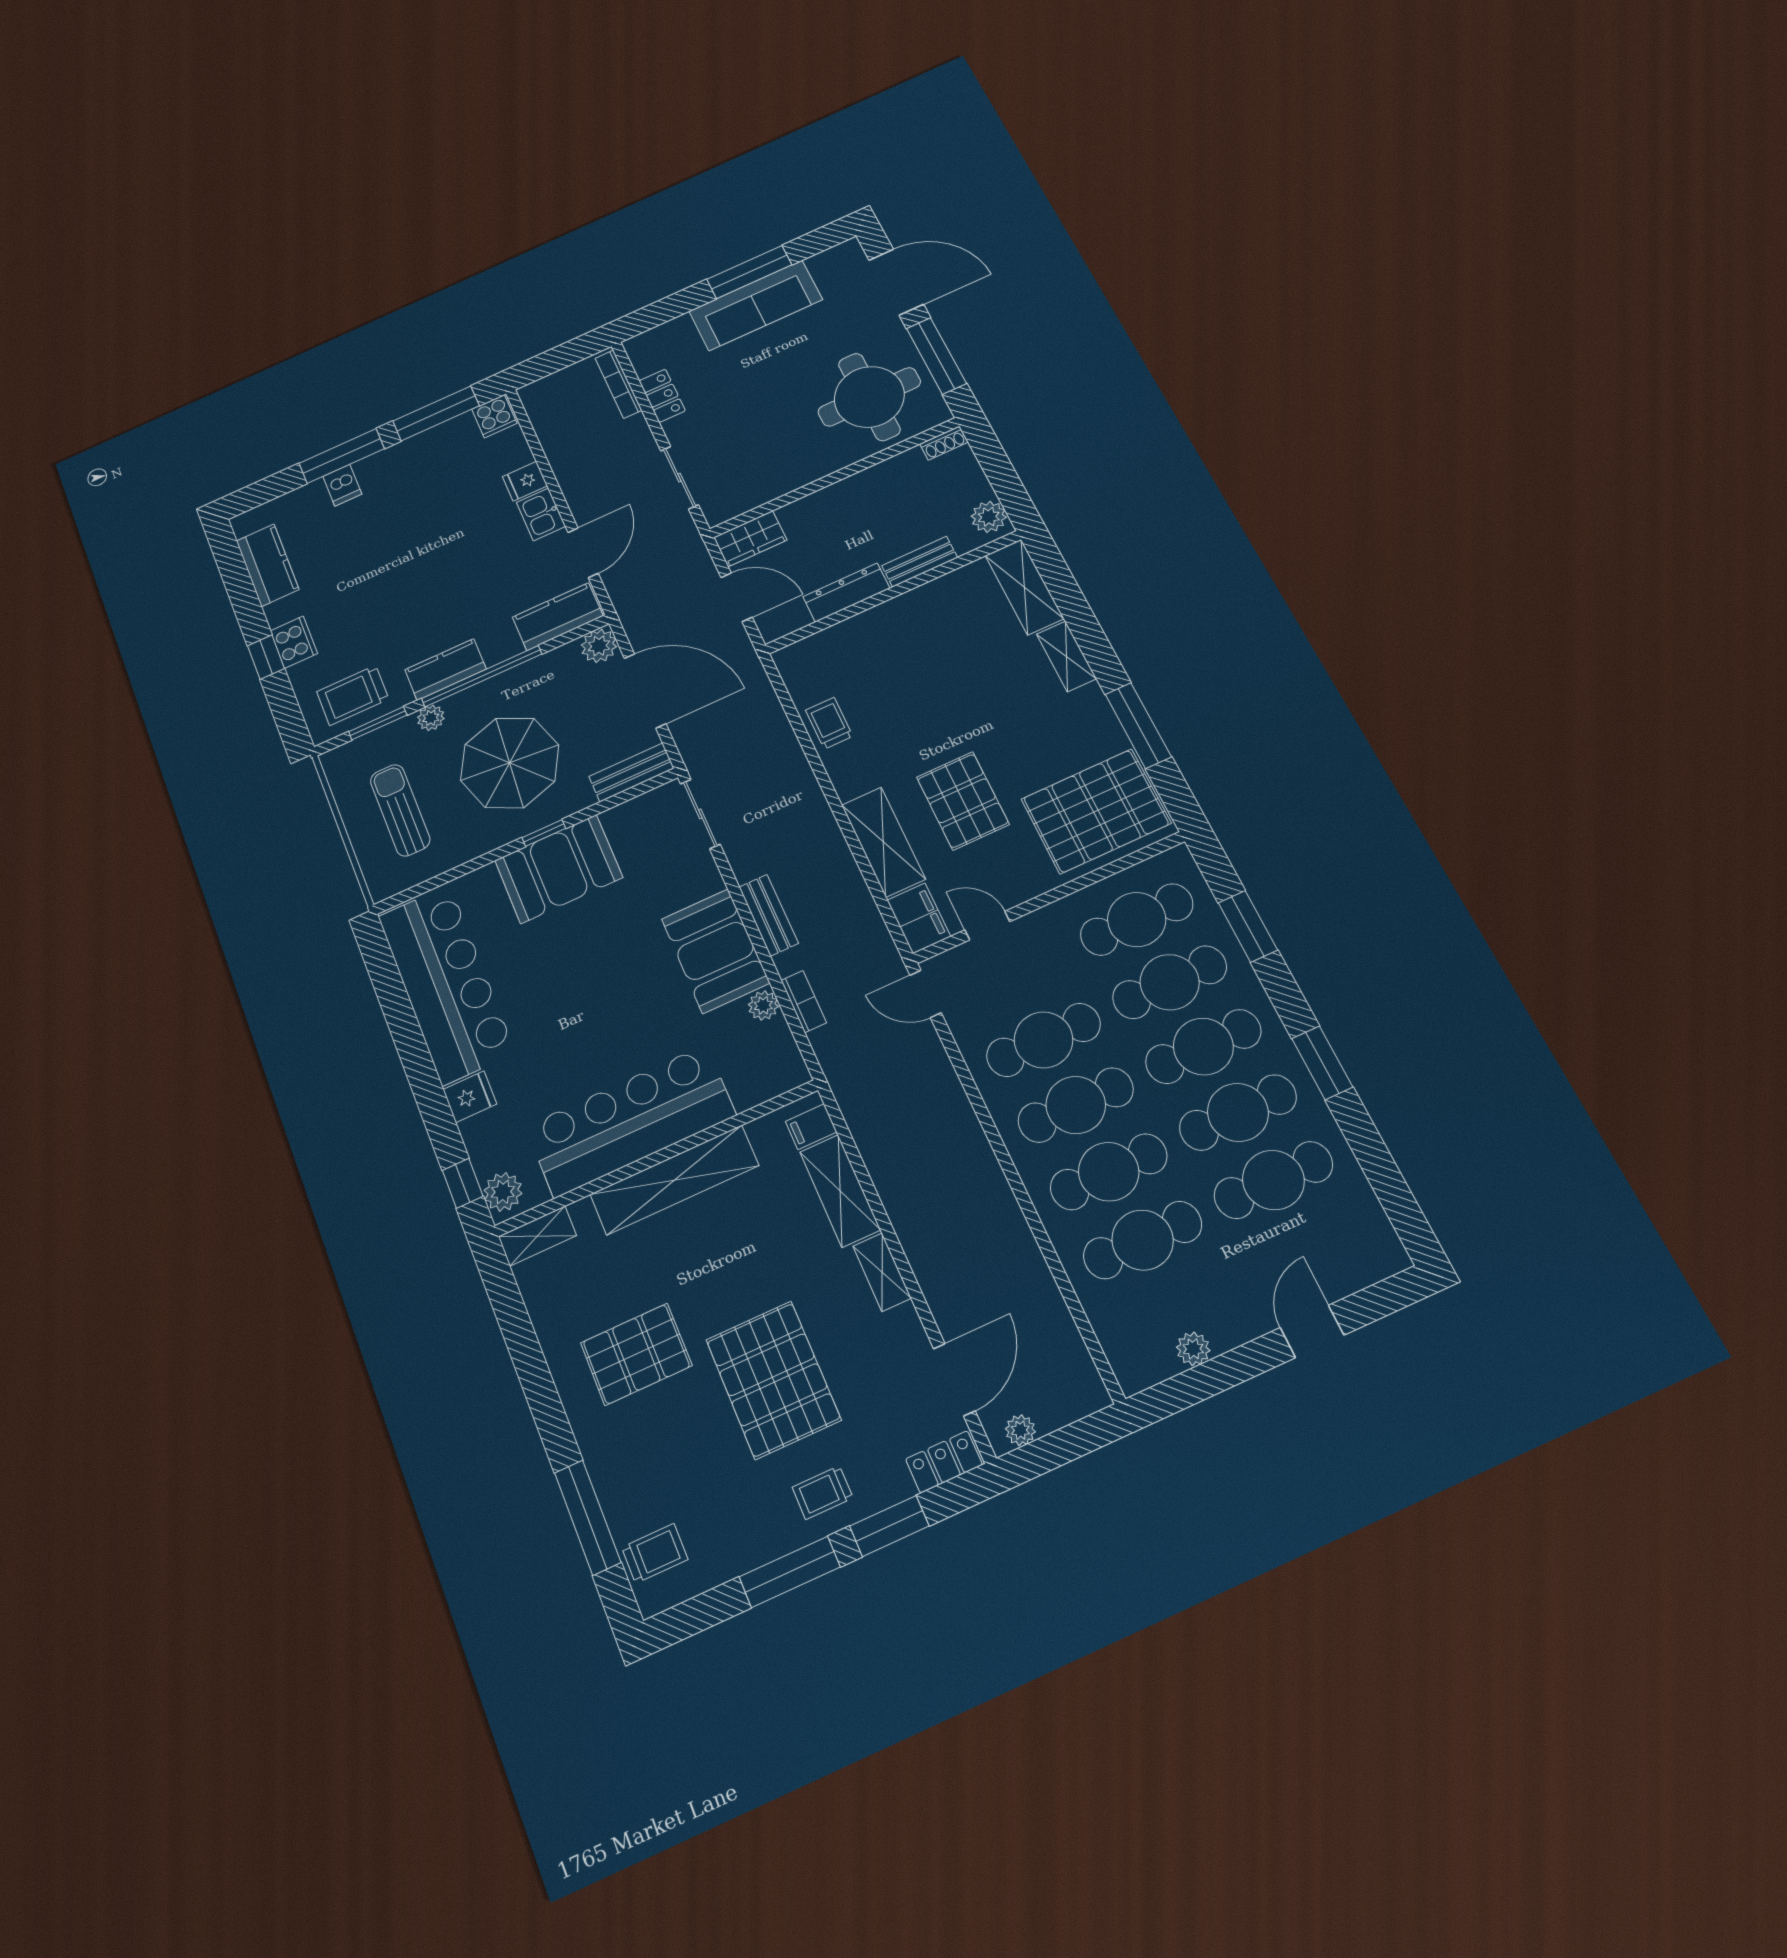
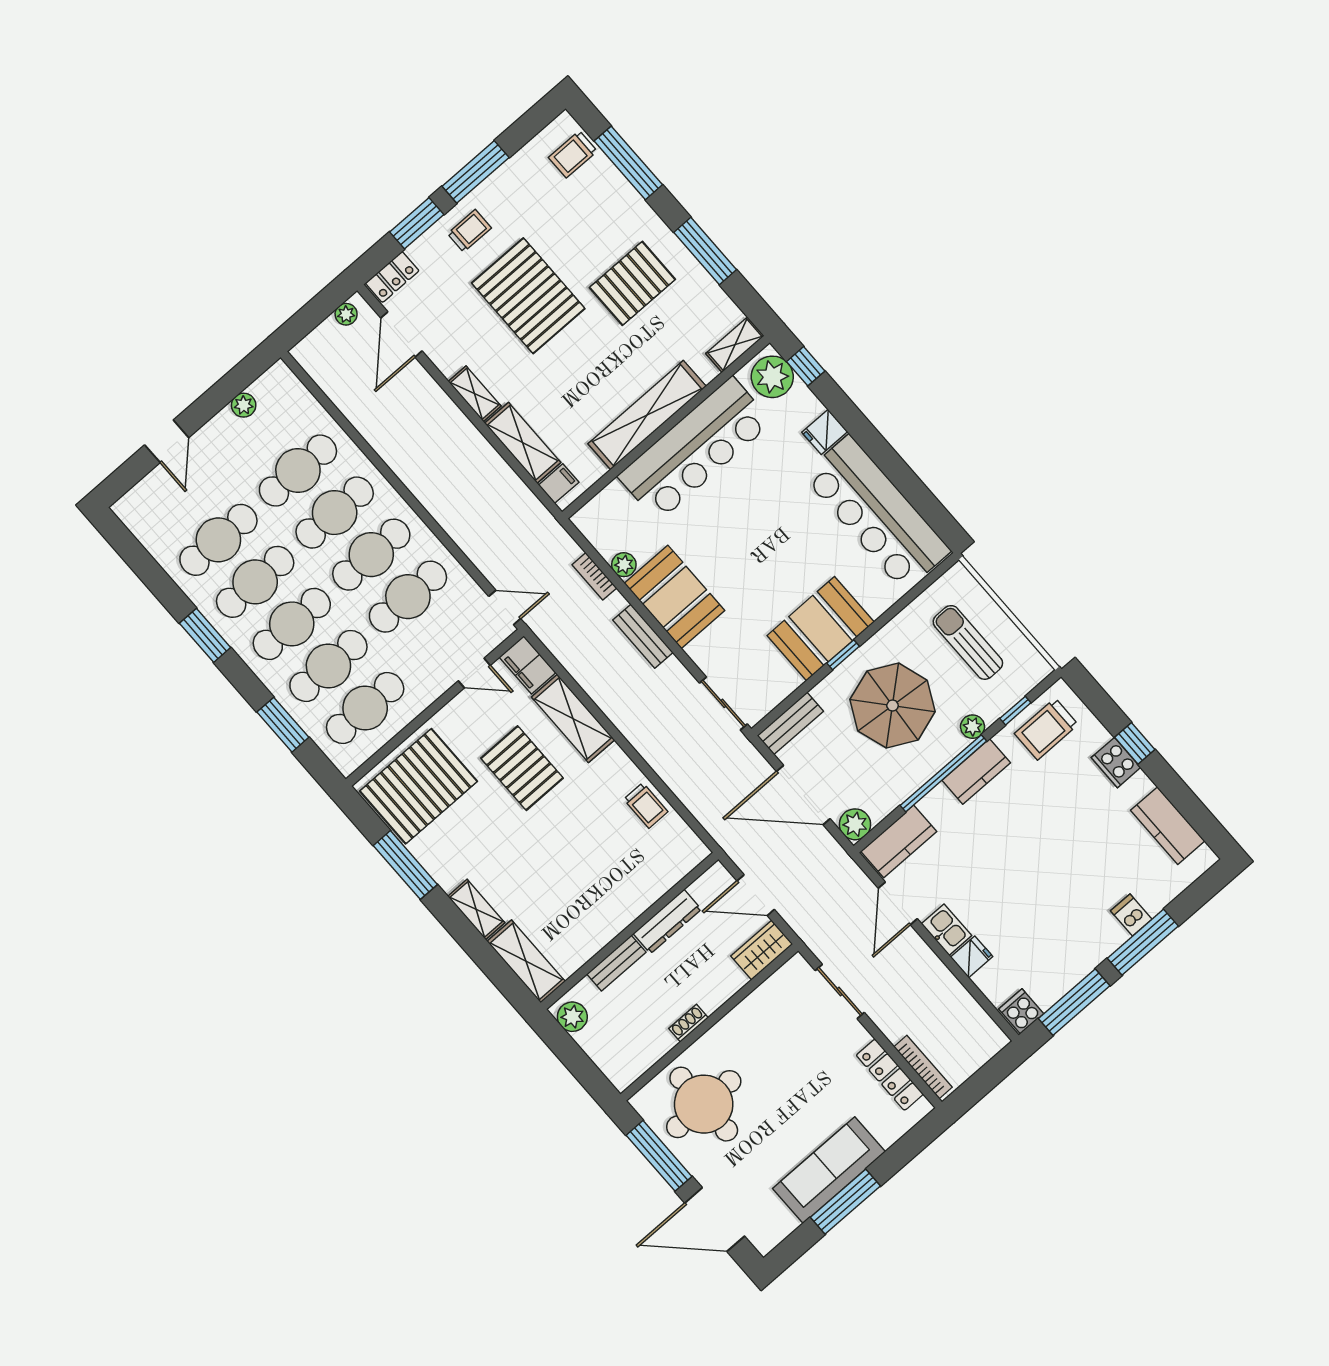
locker: (662, 396) -> (890, 1075), width x1.53
shoe rack: (944, 443) -> (688, 1023), moved
trolley: (353, 695) -> (1046, 729), turned 180
window: (378, 723) -> (1015, 711), width x0.67
sun lounger: (400, 810) -> (968, 642), turned 180
plant: (503, 1192) -> (772, 377), width x1.36, depth x1.36
window: (532, 1368) -> (705, 251), added

